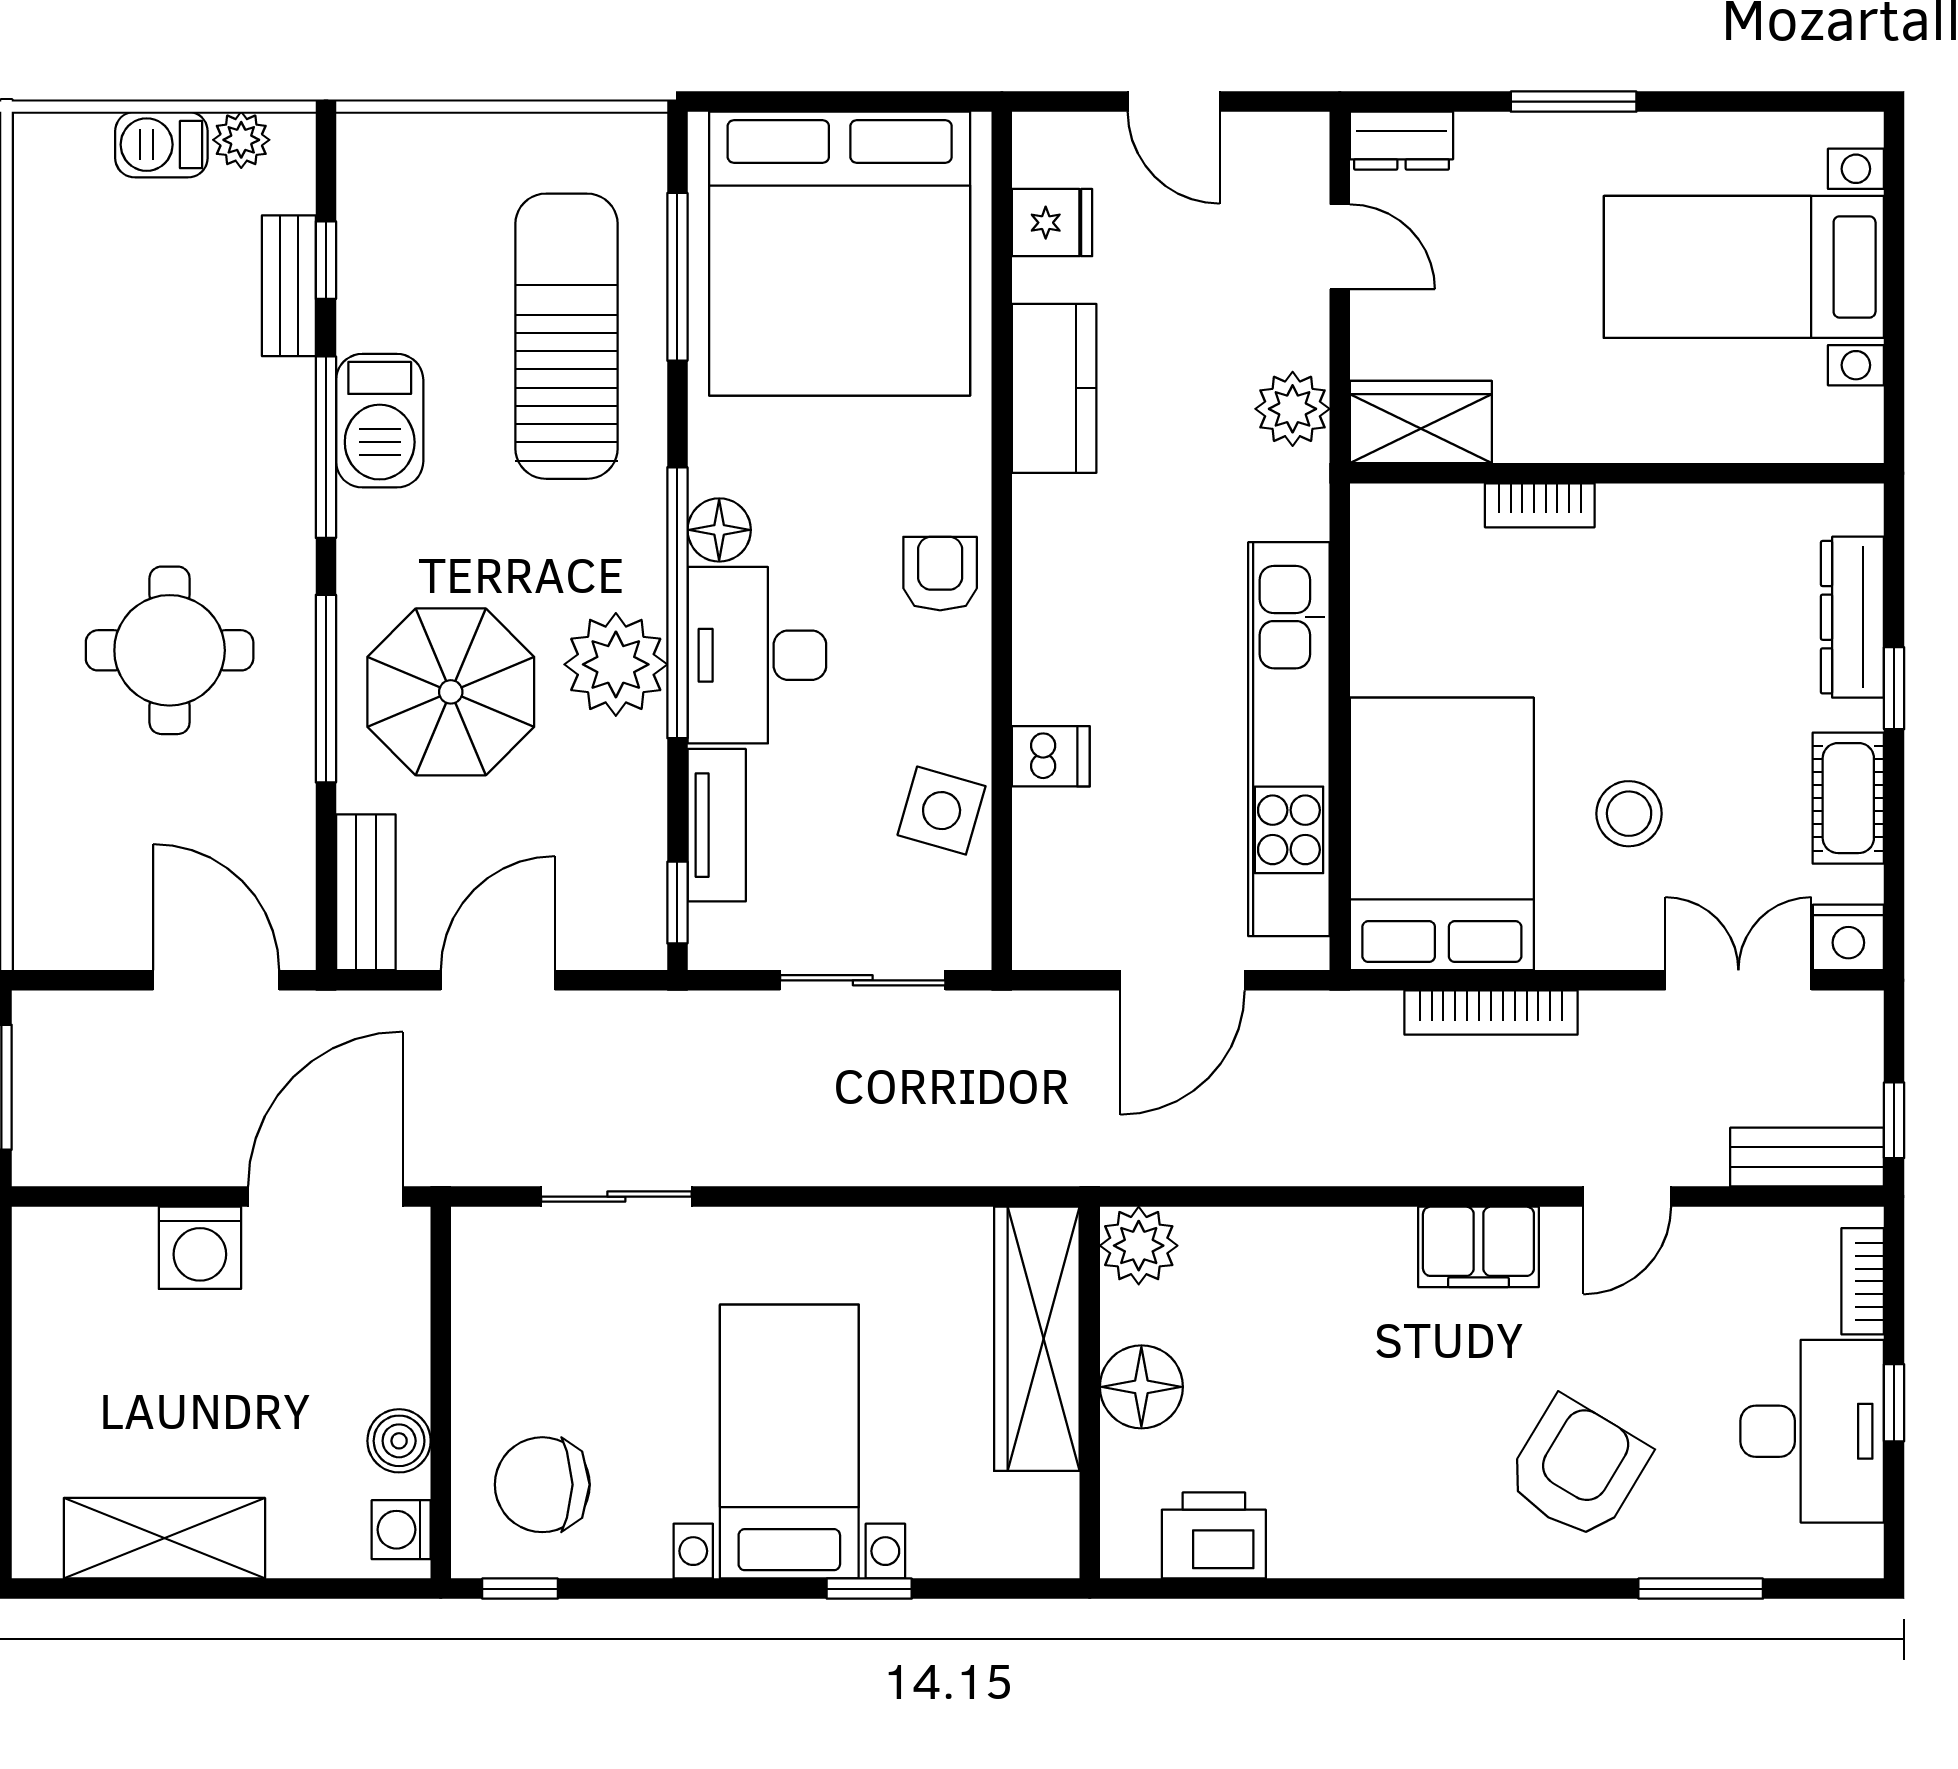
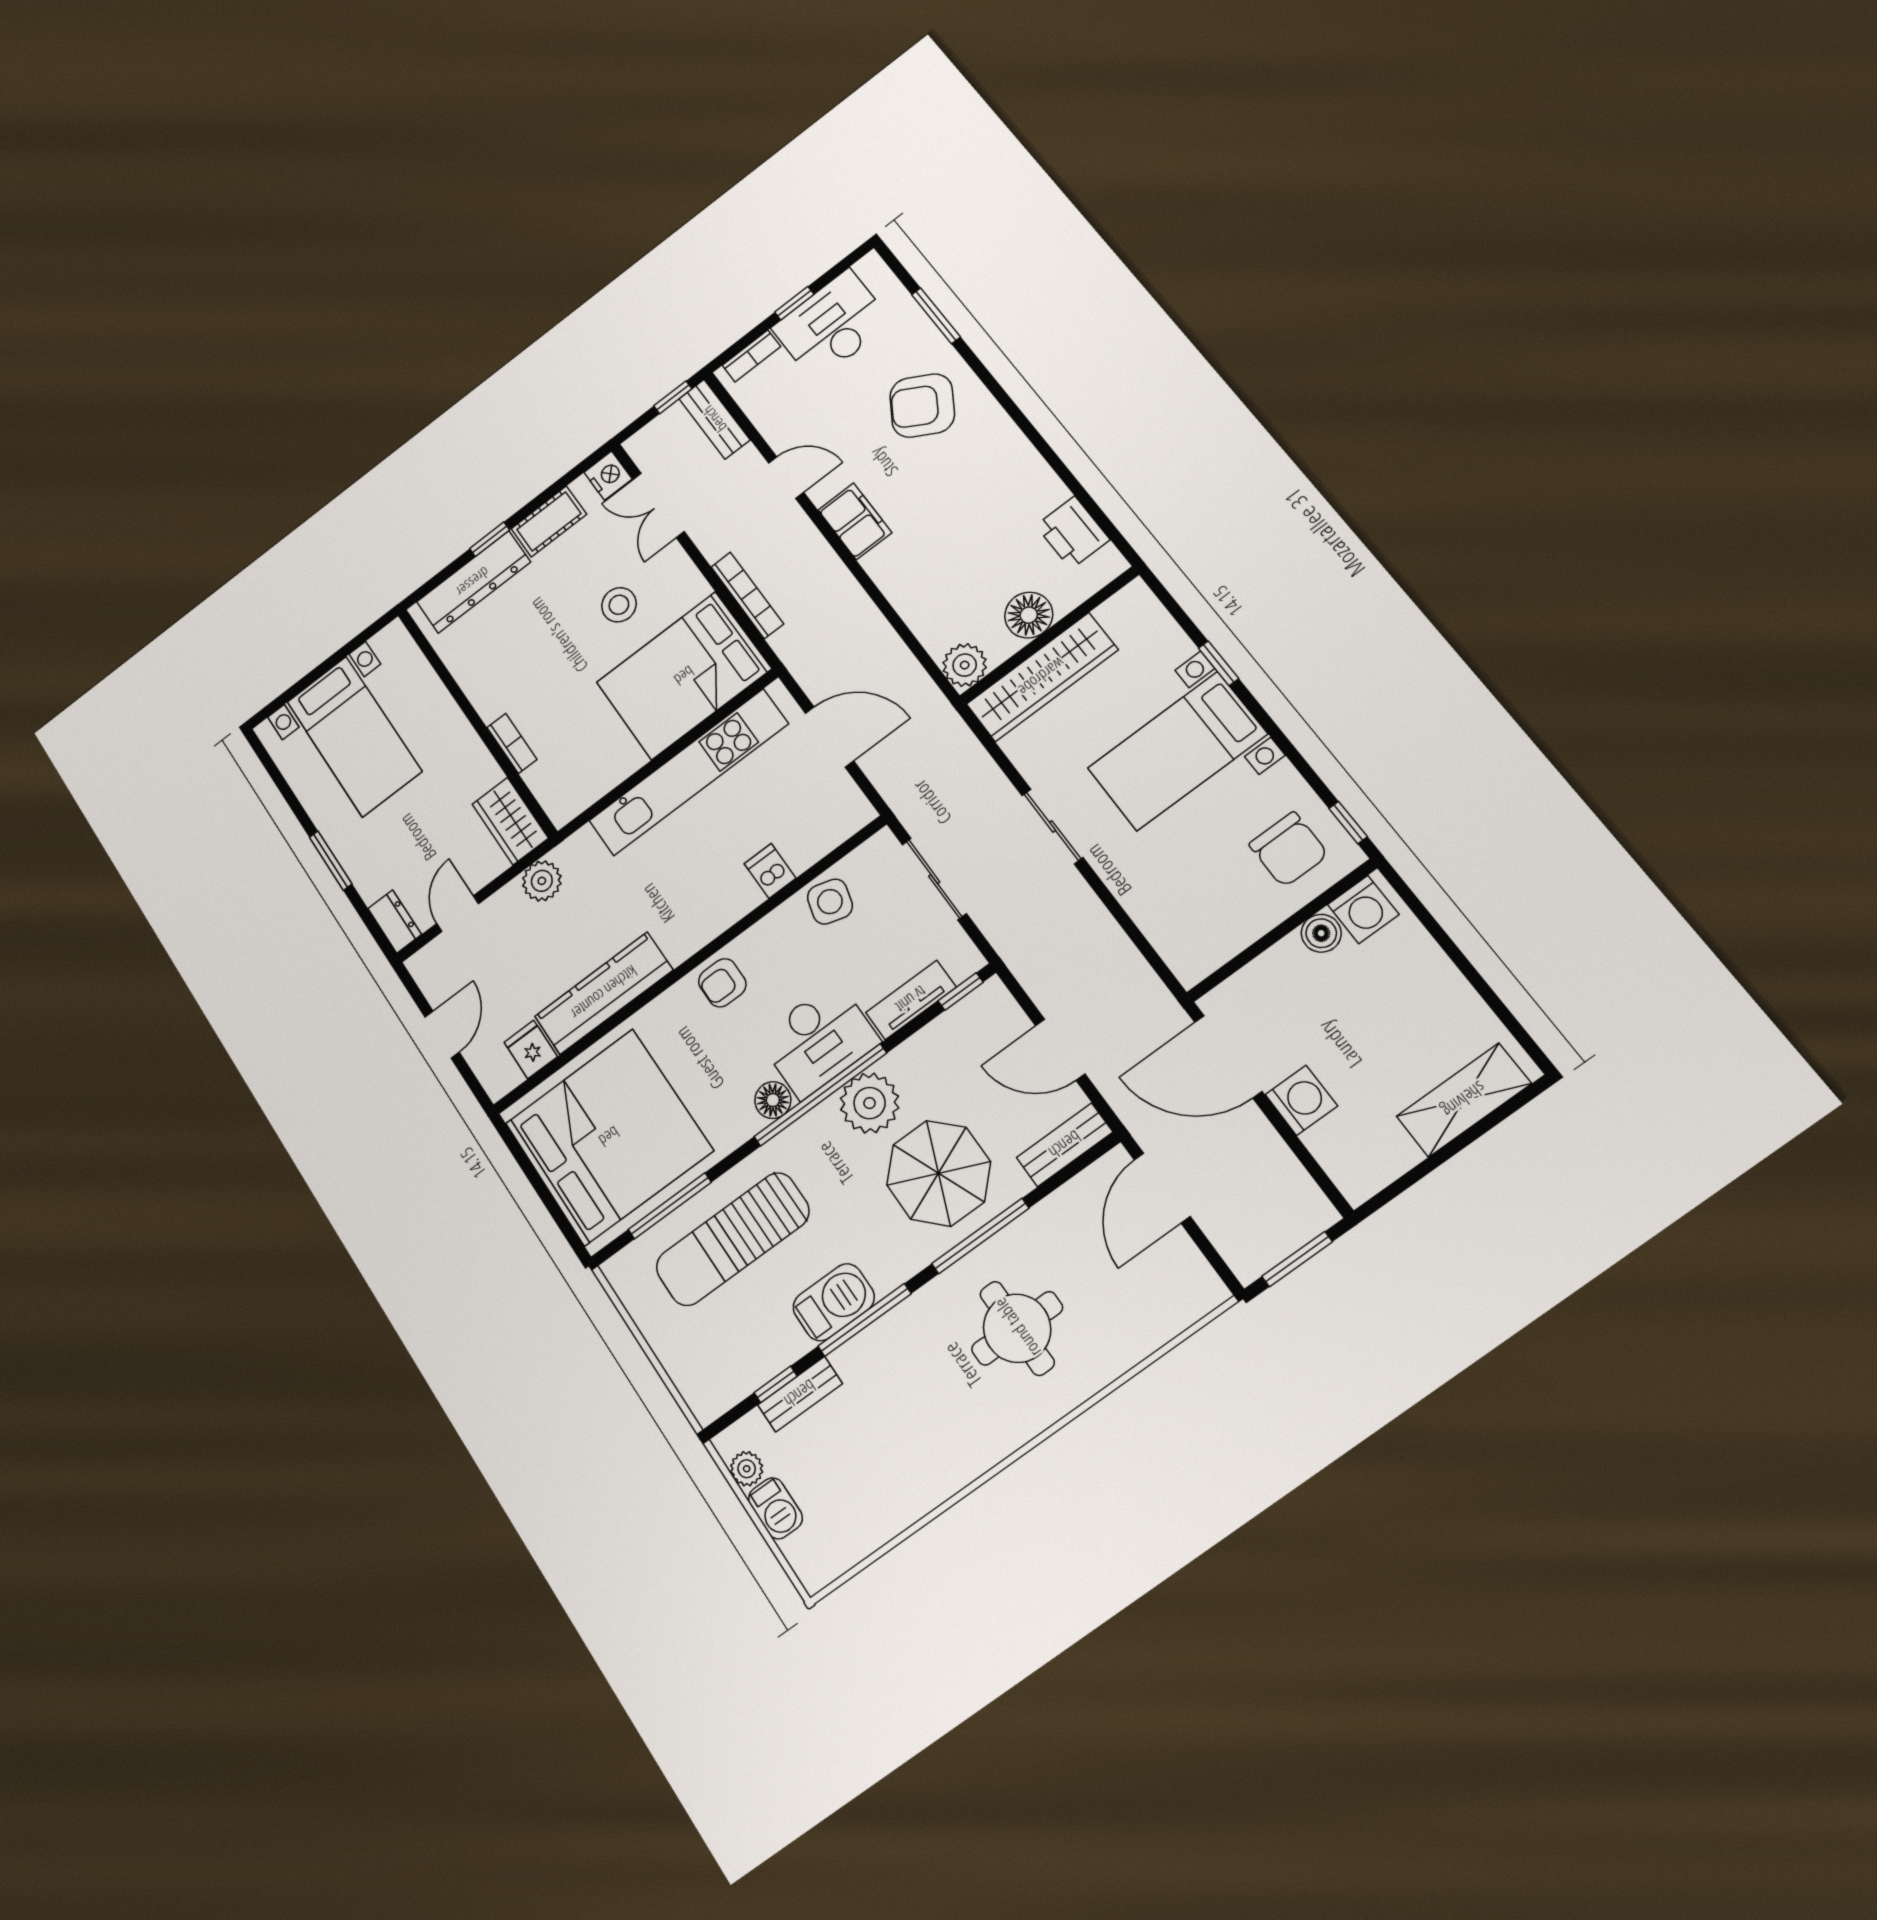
kitchen counter: (1054, 388) -> (604, 993), width x1.50
dresser: (1852, 617) -> (473, 582), width x1.37, depth x1.24
sliding door: (616, 1197) -> (1052, 826), moved
washing machine: (401, 1530) -> (1363, 909), width x1.38, depth x1.38
shelving: (164, 1538) -> (1464, 1100), moved, turned 90

